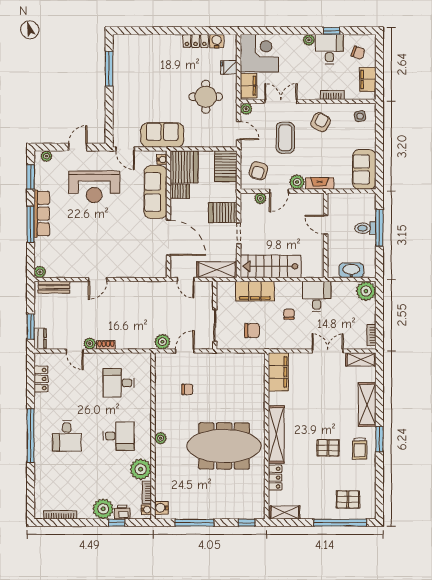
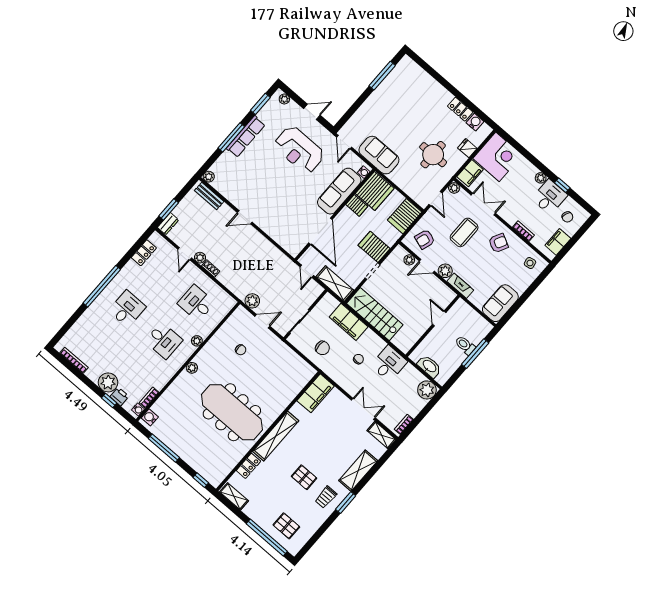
desk: (67, 436) -> (127, 309), turned 180
plant: (141, 469) -> (197, 341), moved, width x0.53, depth x0.53

